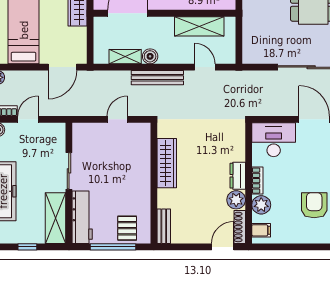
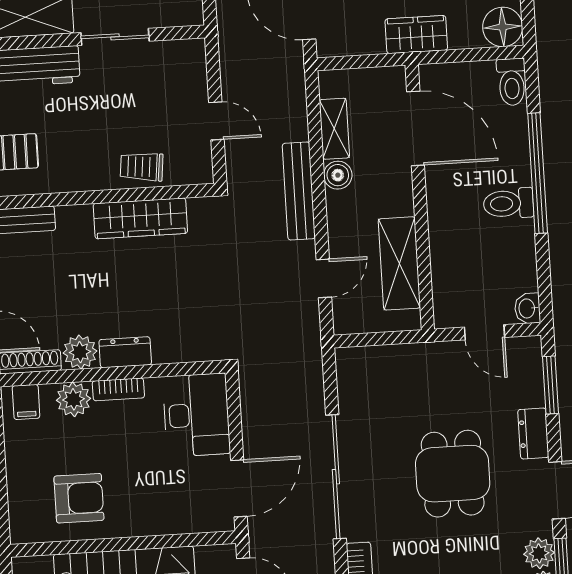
trolley: (139, 161) -> (142, 167), added

